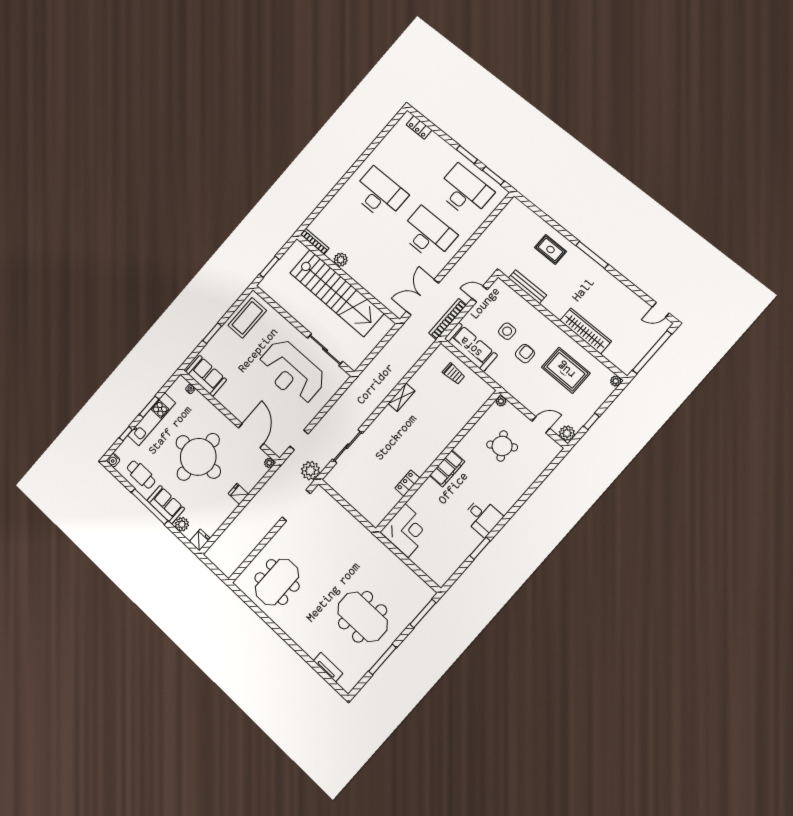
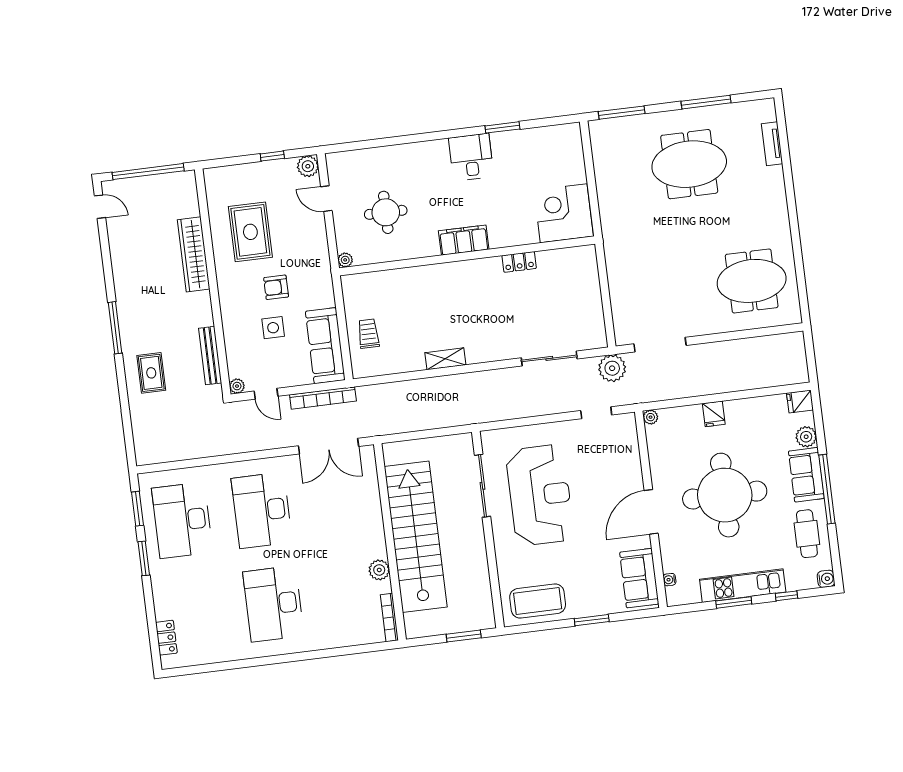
plant: (616, 381) -> (237, 386), moved
door: (251, 436) -> (651, 512), moved
round table: (502, 446) -> (386, 212), turned 34
meeting table: (363, 617) -> (689, 164), turned 90

